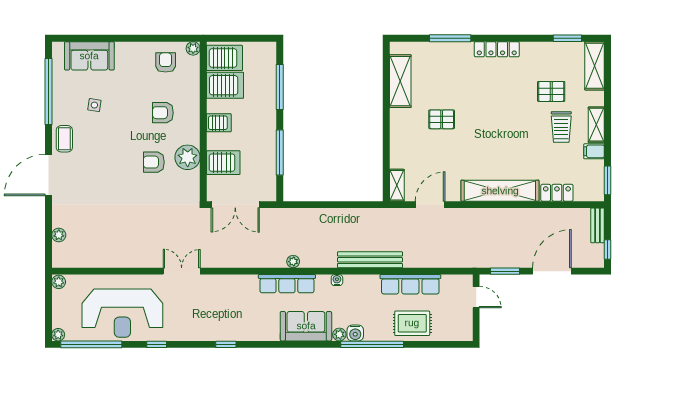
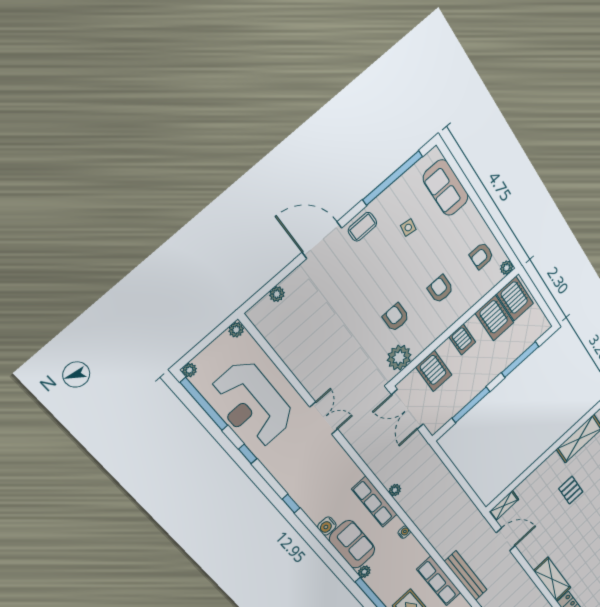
armchair: (166, 62) -> (481, 256), turned 180
plant: (188, 157) -> (399, 358), moved
shelving: (500, 191) -> (552, 579), width x0.68
bench: (370, 260) -> (466, 576), moved
water cooler: (355, 333) -> (327, 526), moved

